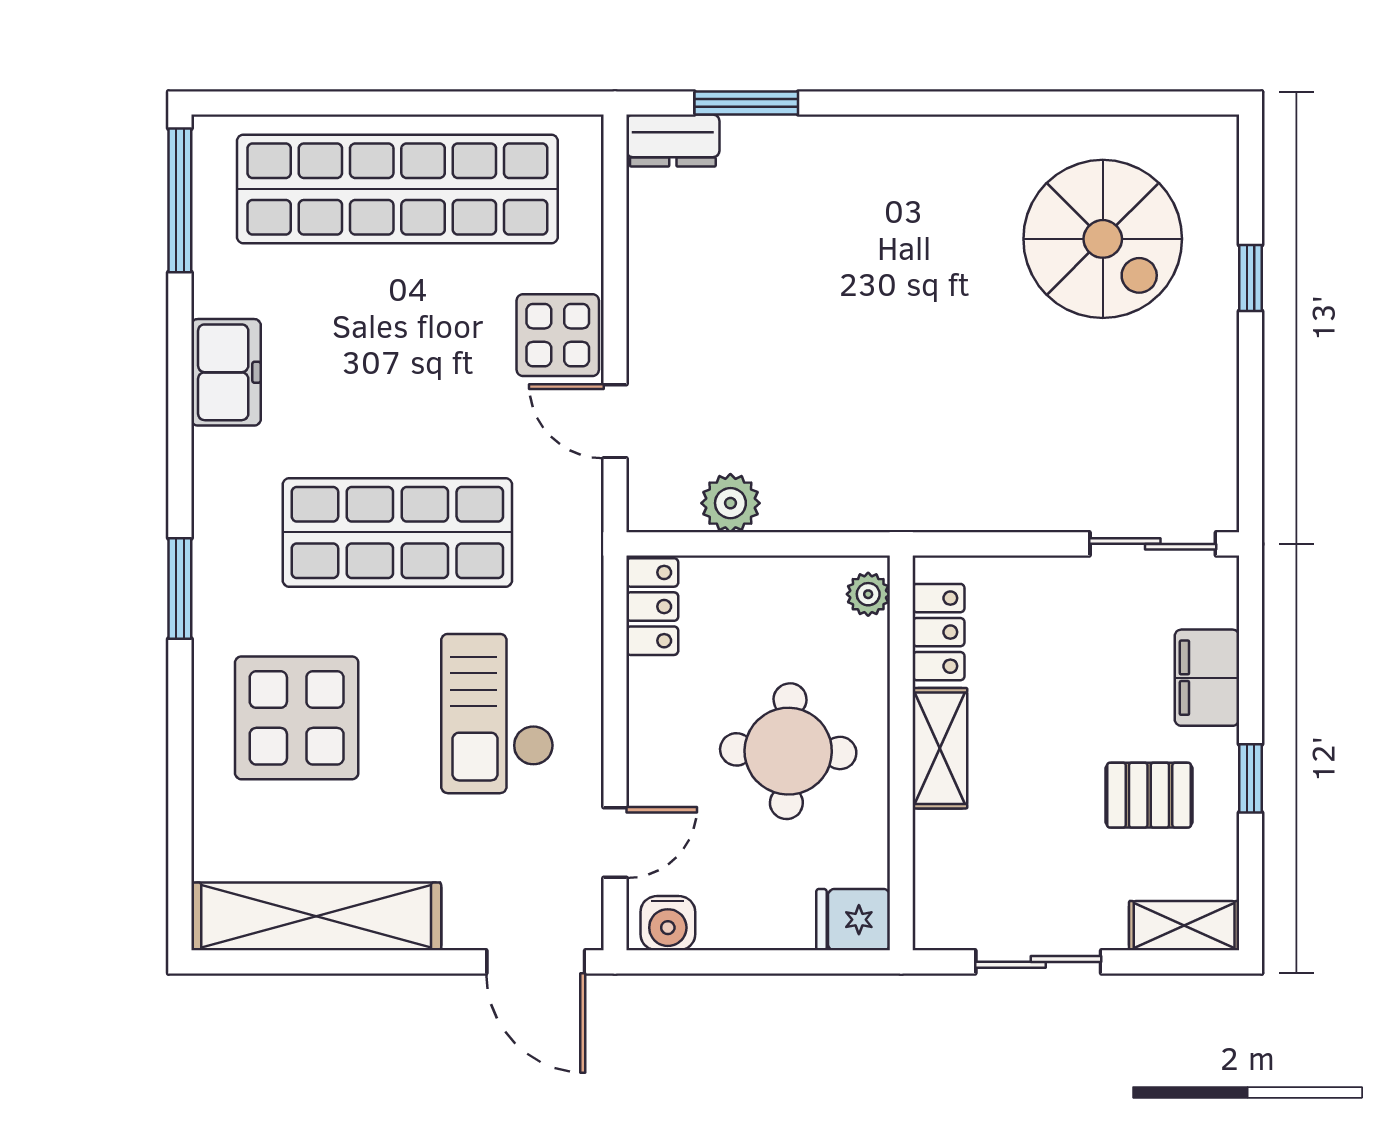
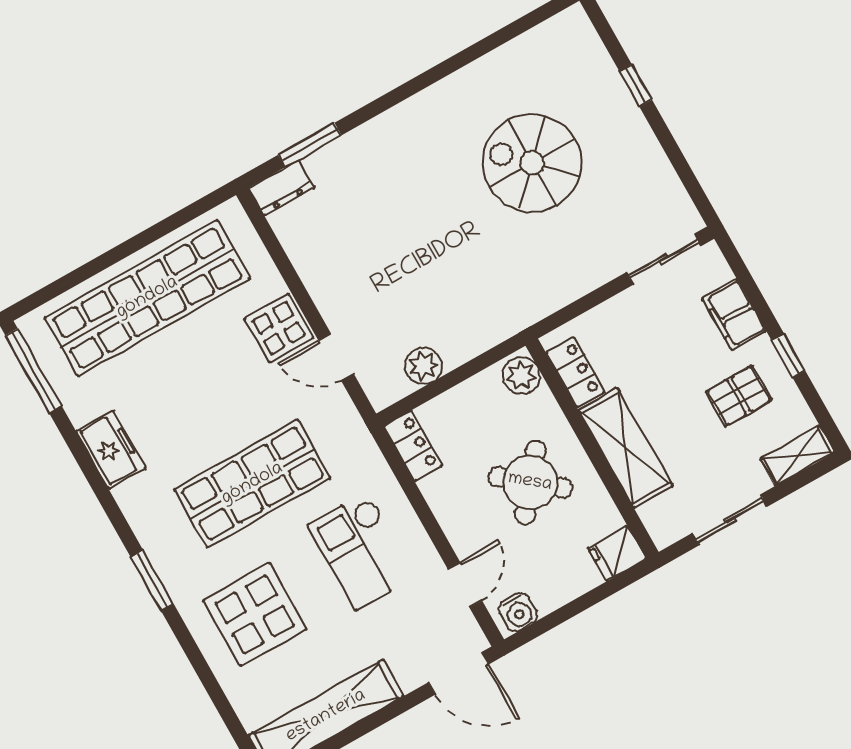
spiral stairs: (1103, 239) -> (532, 163), moved, turned 180
plant: (868, 594) -> (521, 376), width x1.38, depth x1.38
shelving: (940, 748) -> (626, 448), width x1.50, depth x1.33
round table: (788, 751) -> (530, 482), turned 37

